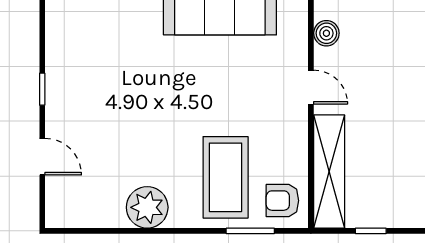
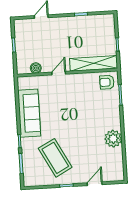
coffee table: (226, 177) -> (55, 158), moved, turned 62
armchair: (282, 201) -> (107, 82), turned 90

